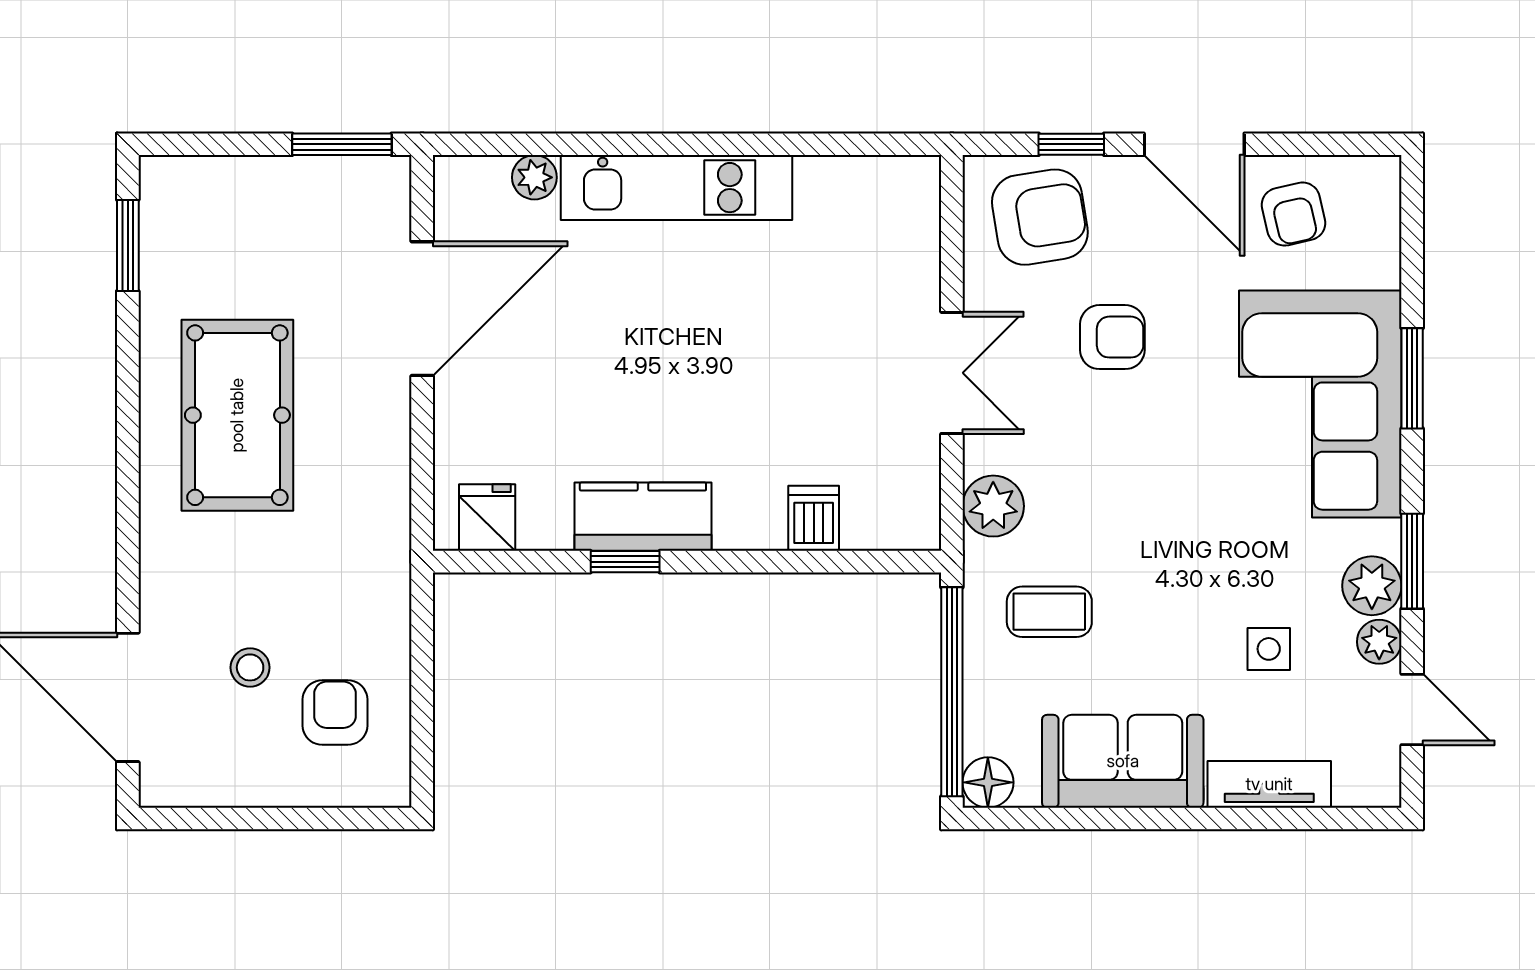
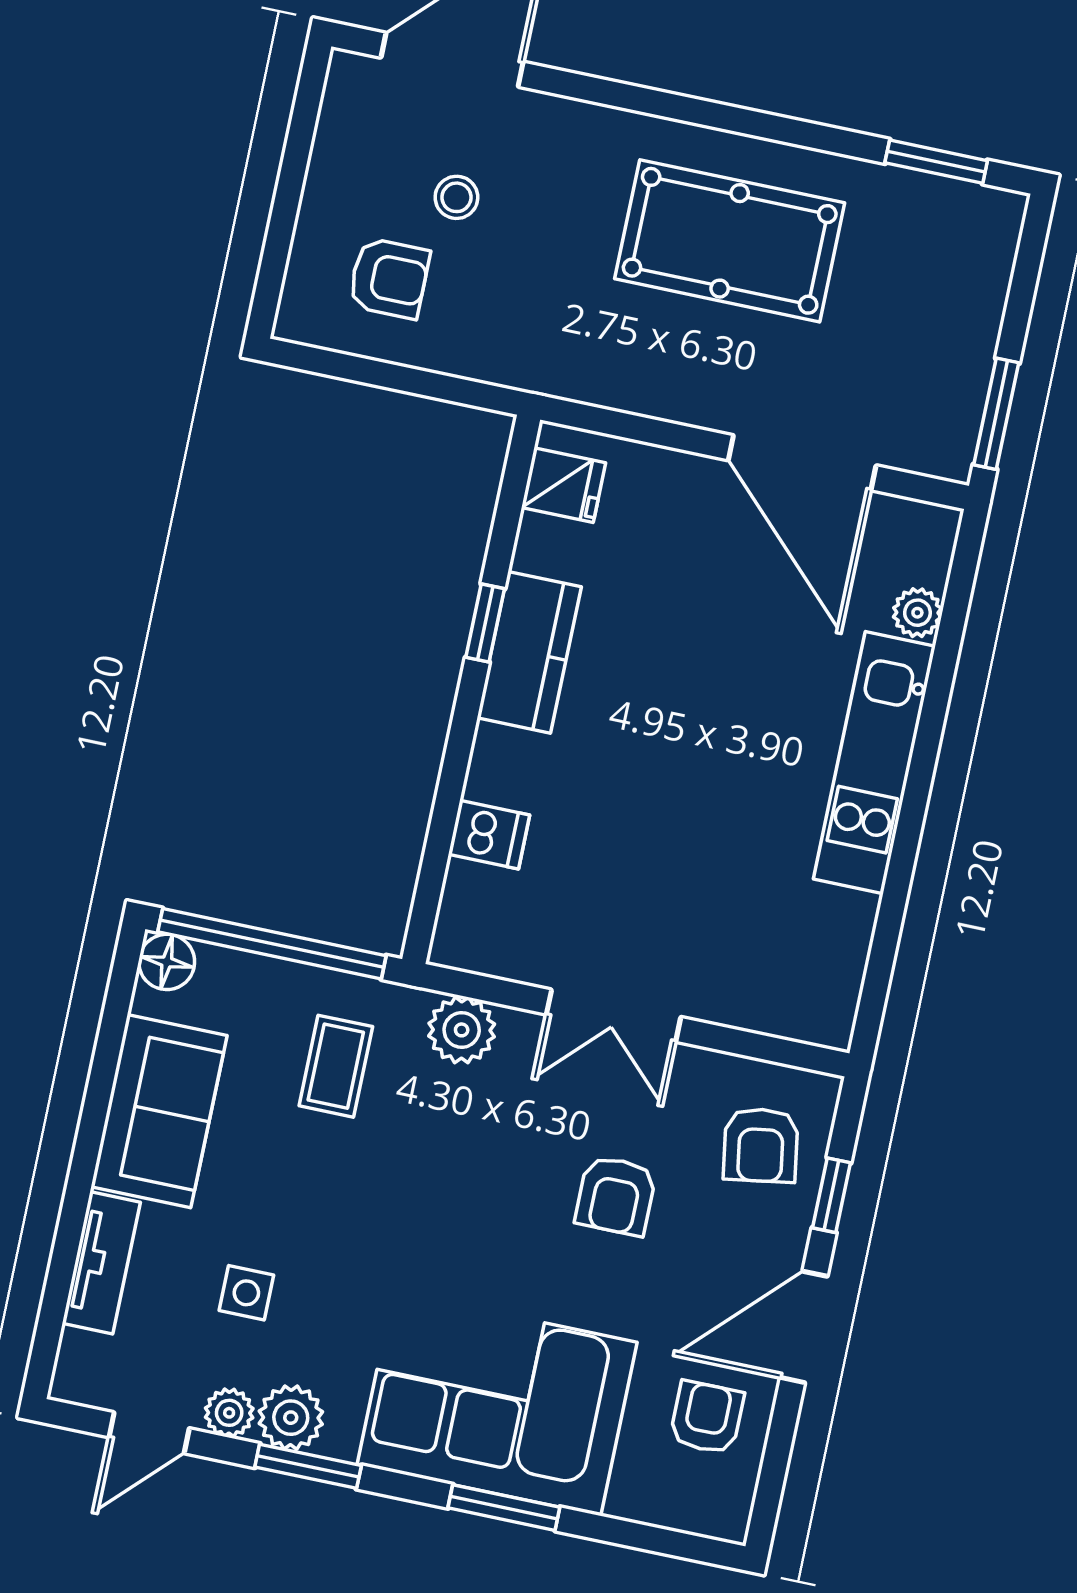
armchair: (1294, 214) -> (707, 1418), turned 103
armchair: (1040, 217) -> (761, 1145), width x0.72, depth x0.72

